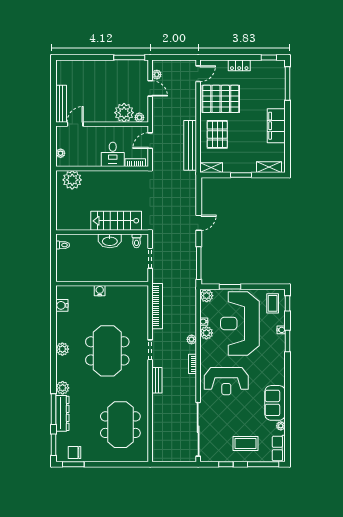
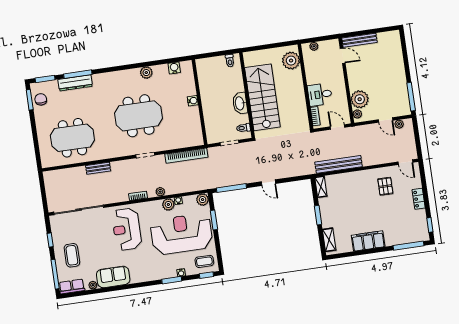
door: (150, 88) -> (385, 120), hinge flipped
pallet: (221, 99) -> (385, 186), width x0.49, depth x0.50
pallet: (217, 134) -> (352, 188), removed
stairs: (116, 221) -> (262, 97), width x1.36, depth x1.51
plant: (62, 349) -> (146, 73), moved
bench: (157, 380) -> (98, 168), moved
plant: (63, 388) -> (99, 80), removed

